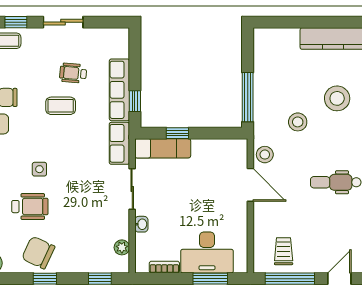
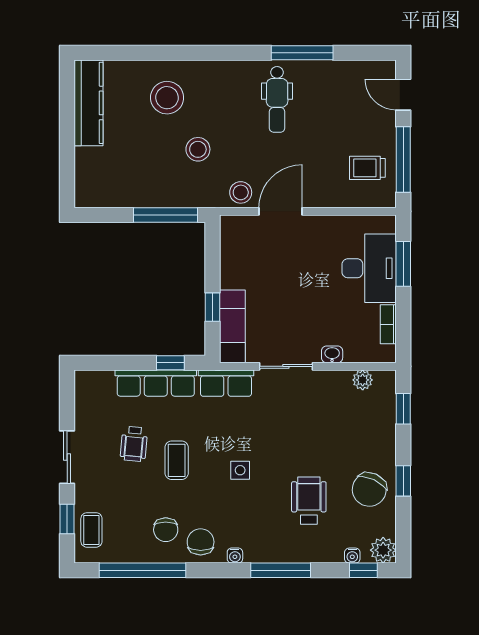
side table: (39, 169) -> (240, 470), moved

